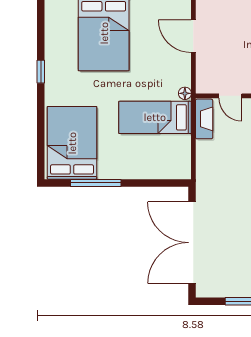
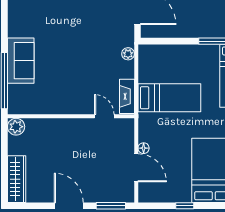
floor lamp: (185, 93) -> (144, 148), moved
plant: (203, 168) -> (128, 54), added

